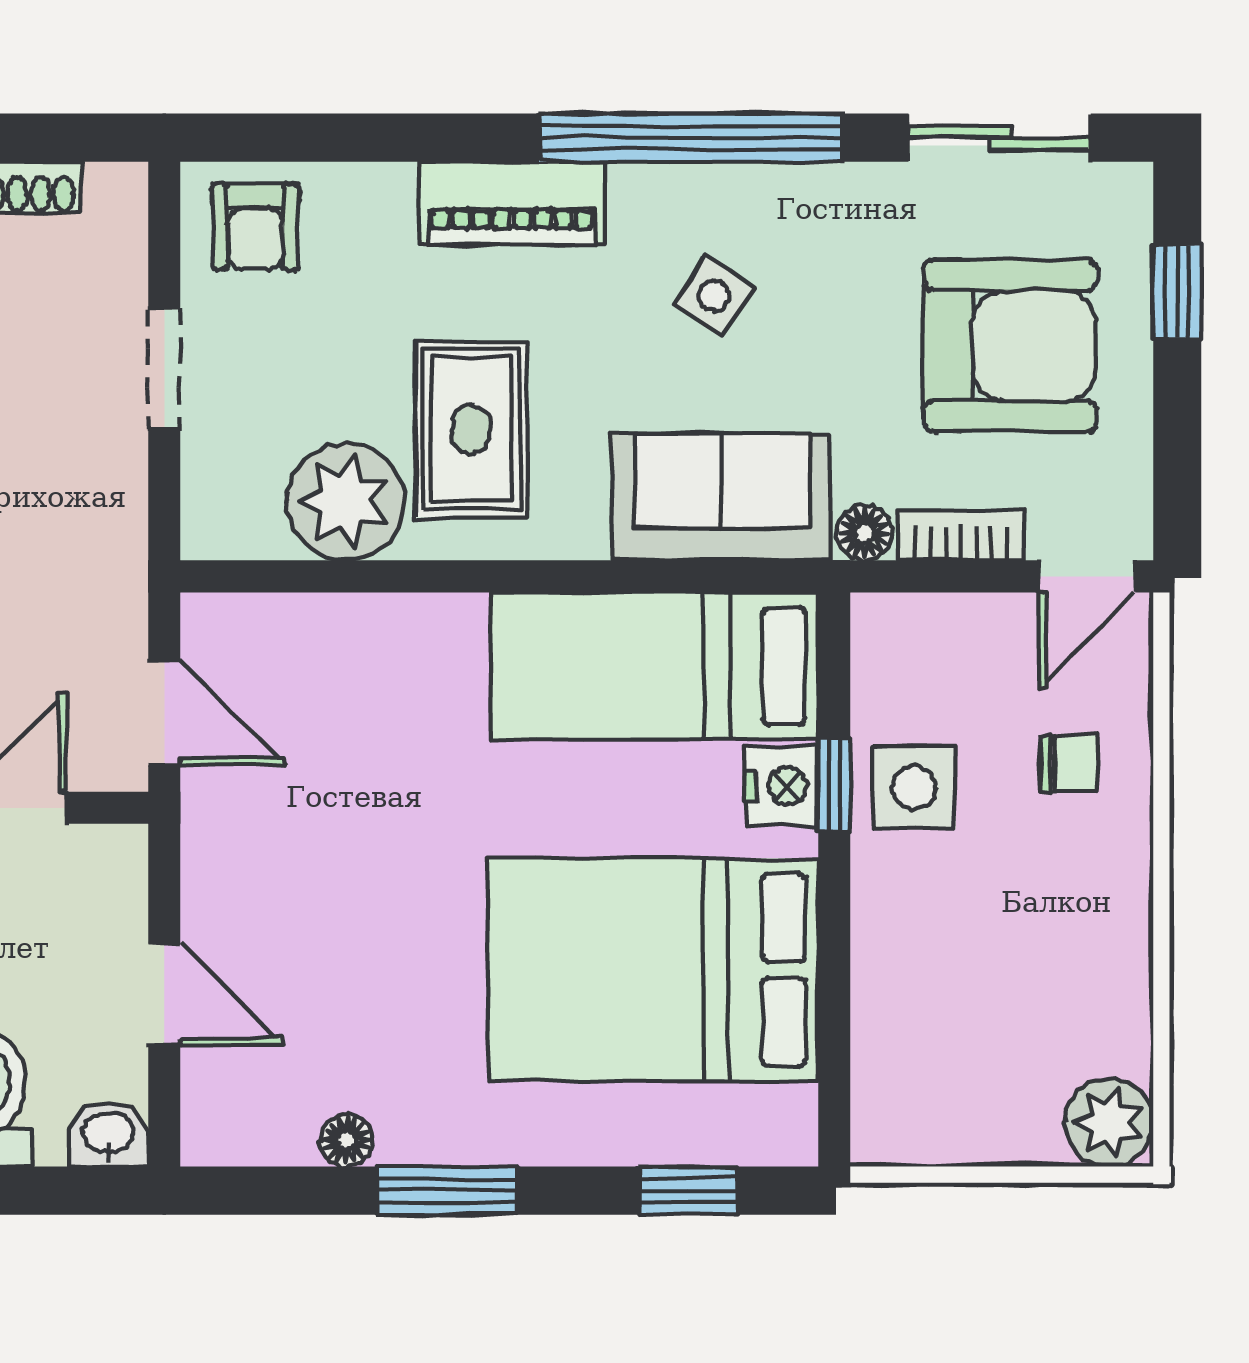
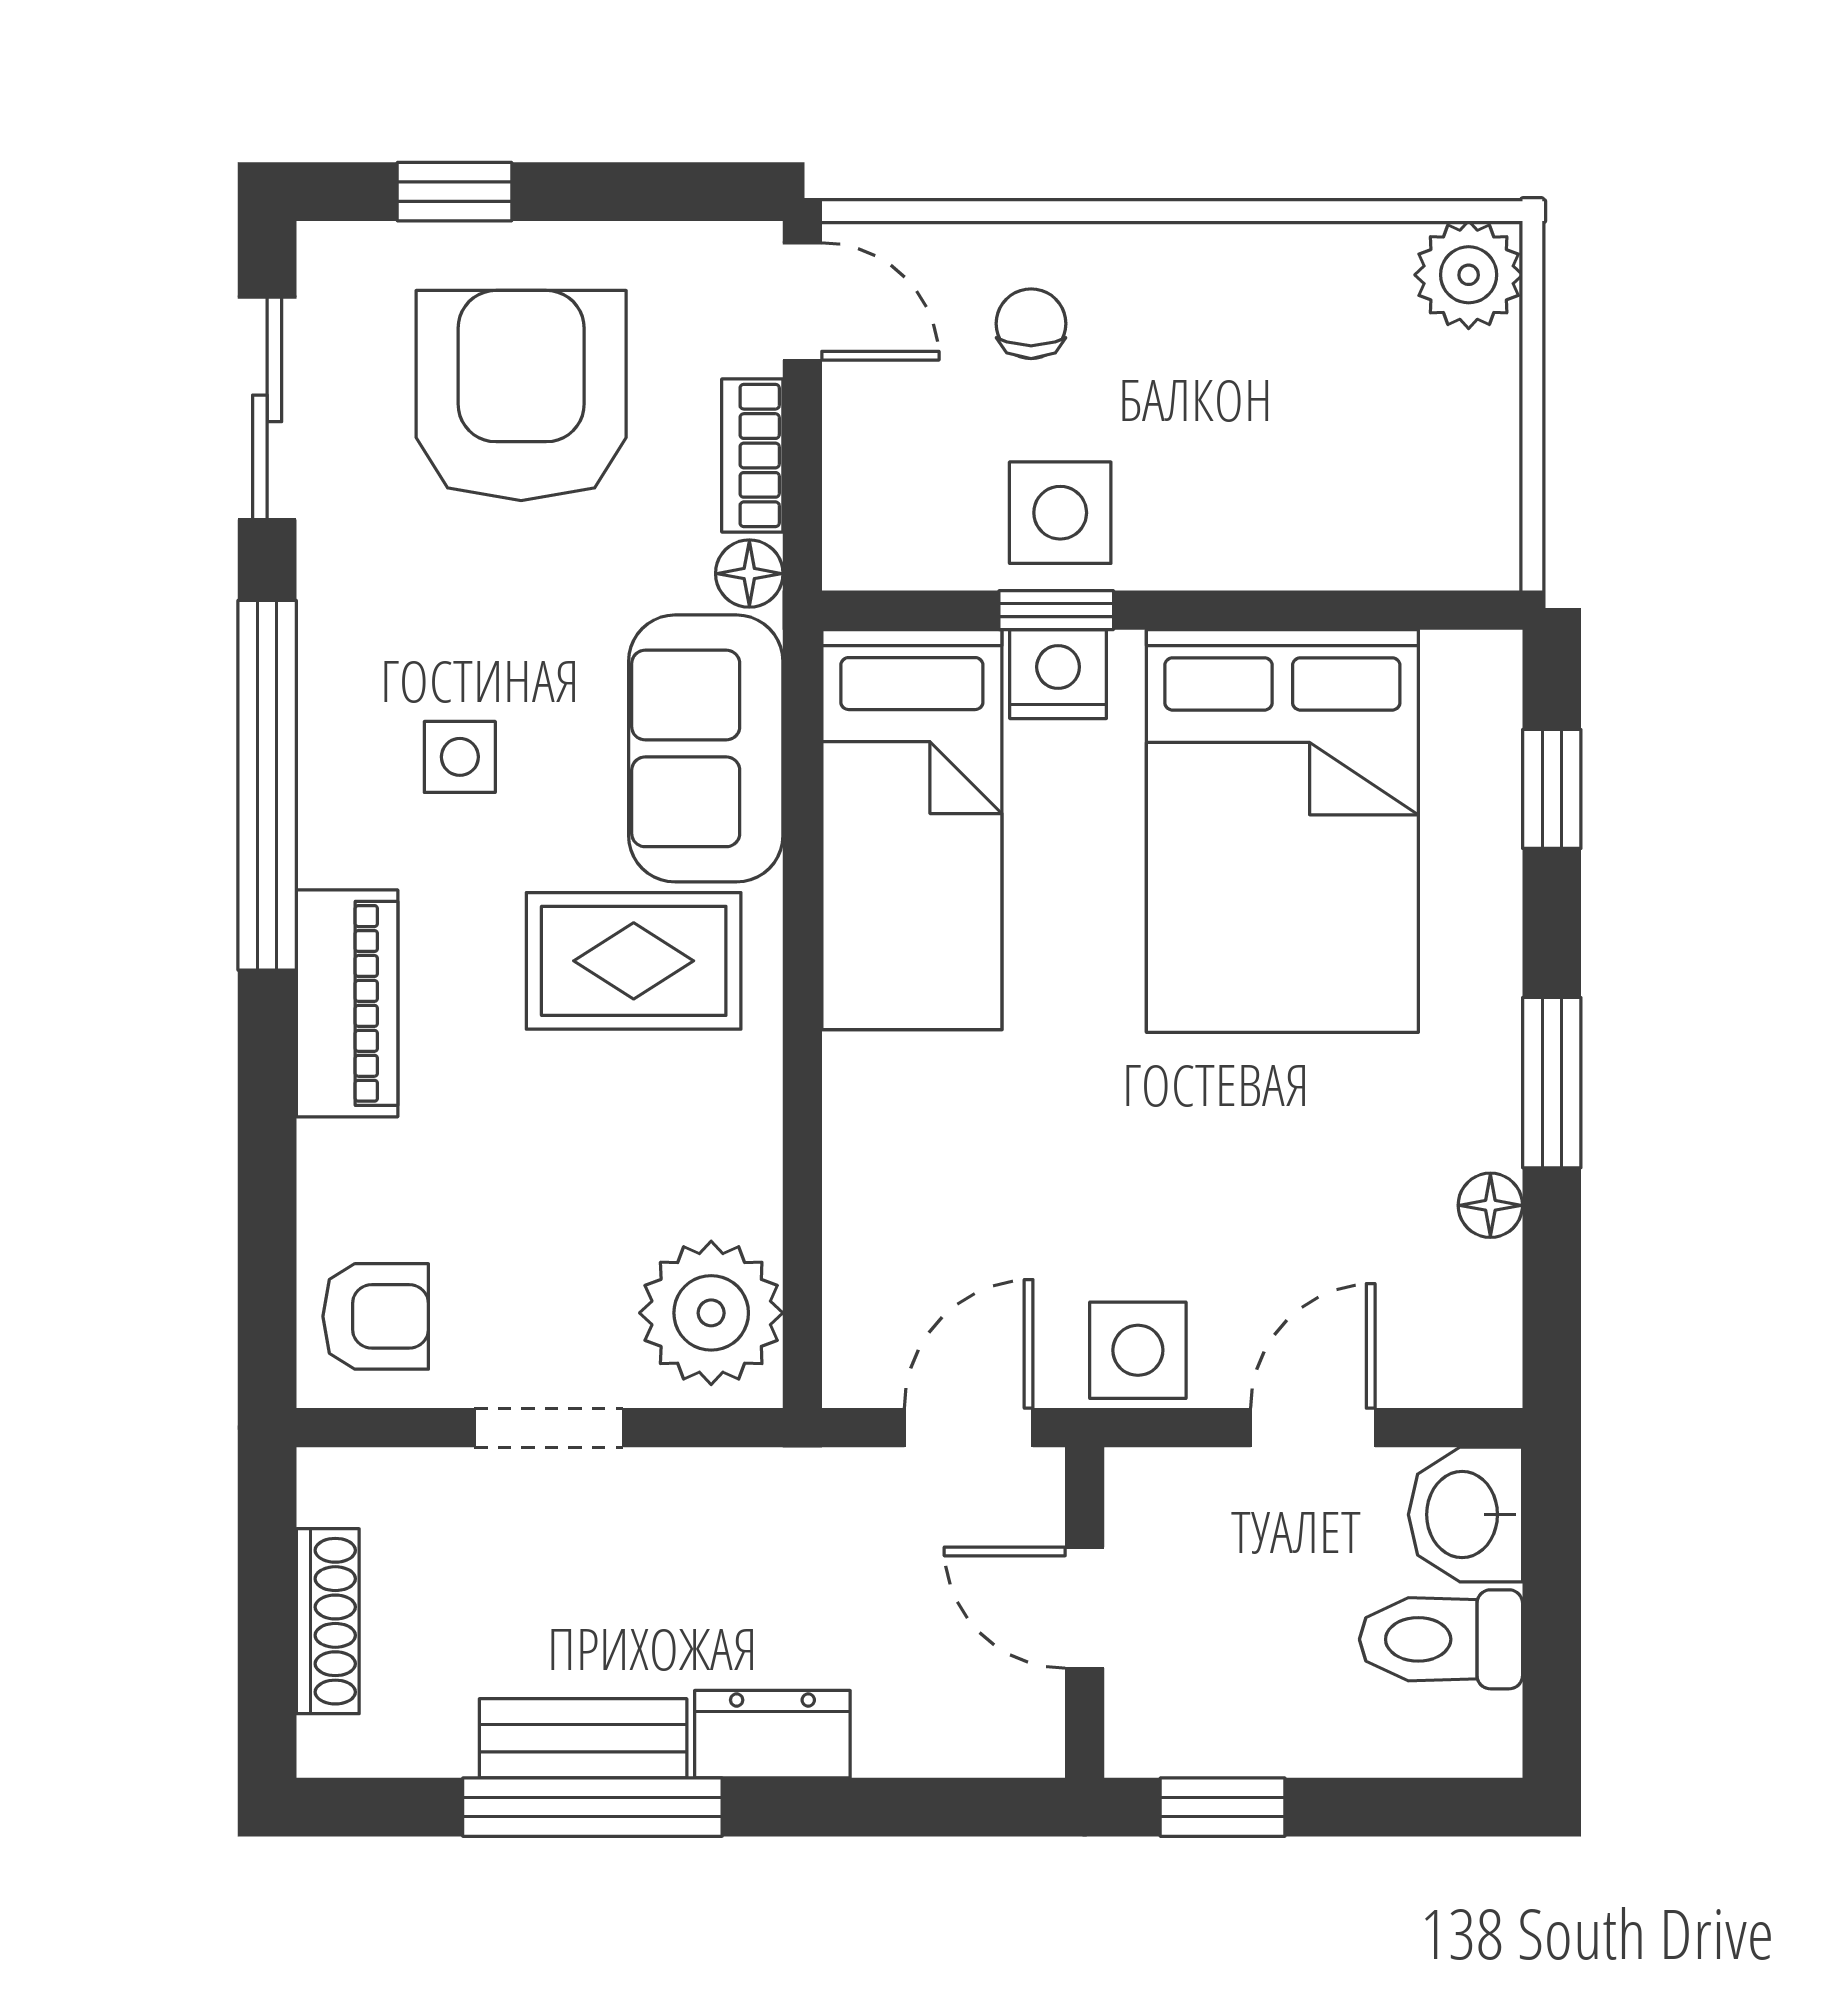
side table: (714, 296) -> (460, 757), turned -33
rug: (471, 429) -> (634, 961), moved
plant: (346, 502) -> (711, 1313), moved
side table: (228, 851) -> (1138, 1350), added
washbasin: (108, 1134) -> (1465, 1515), width x1.38, depth x1.45

